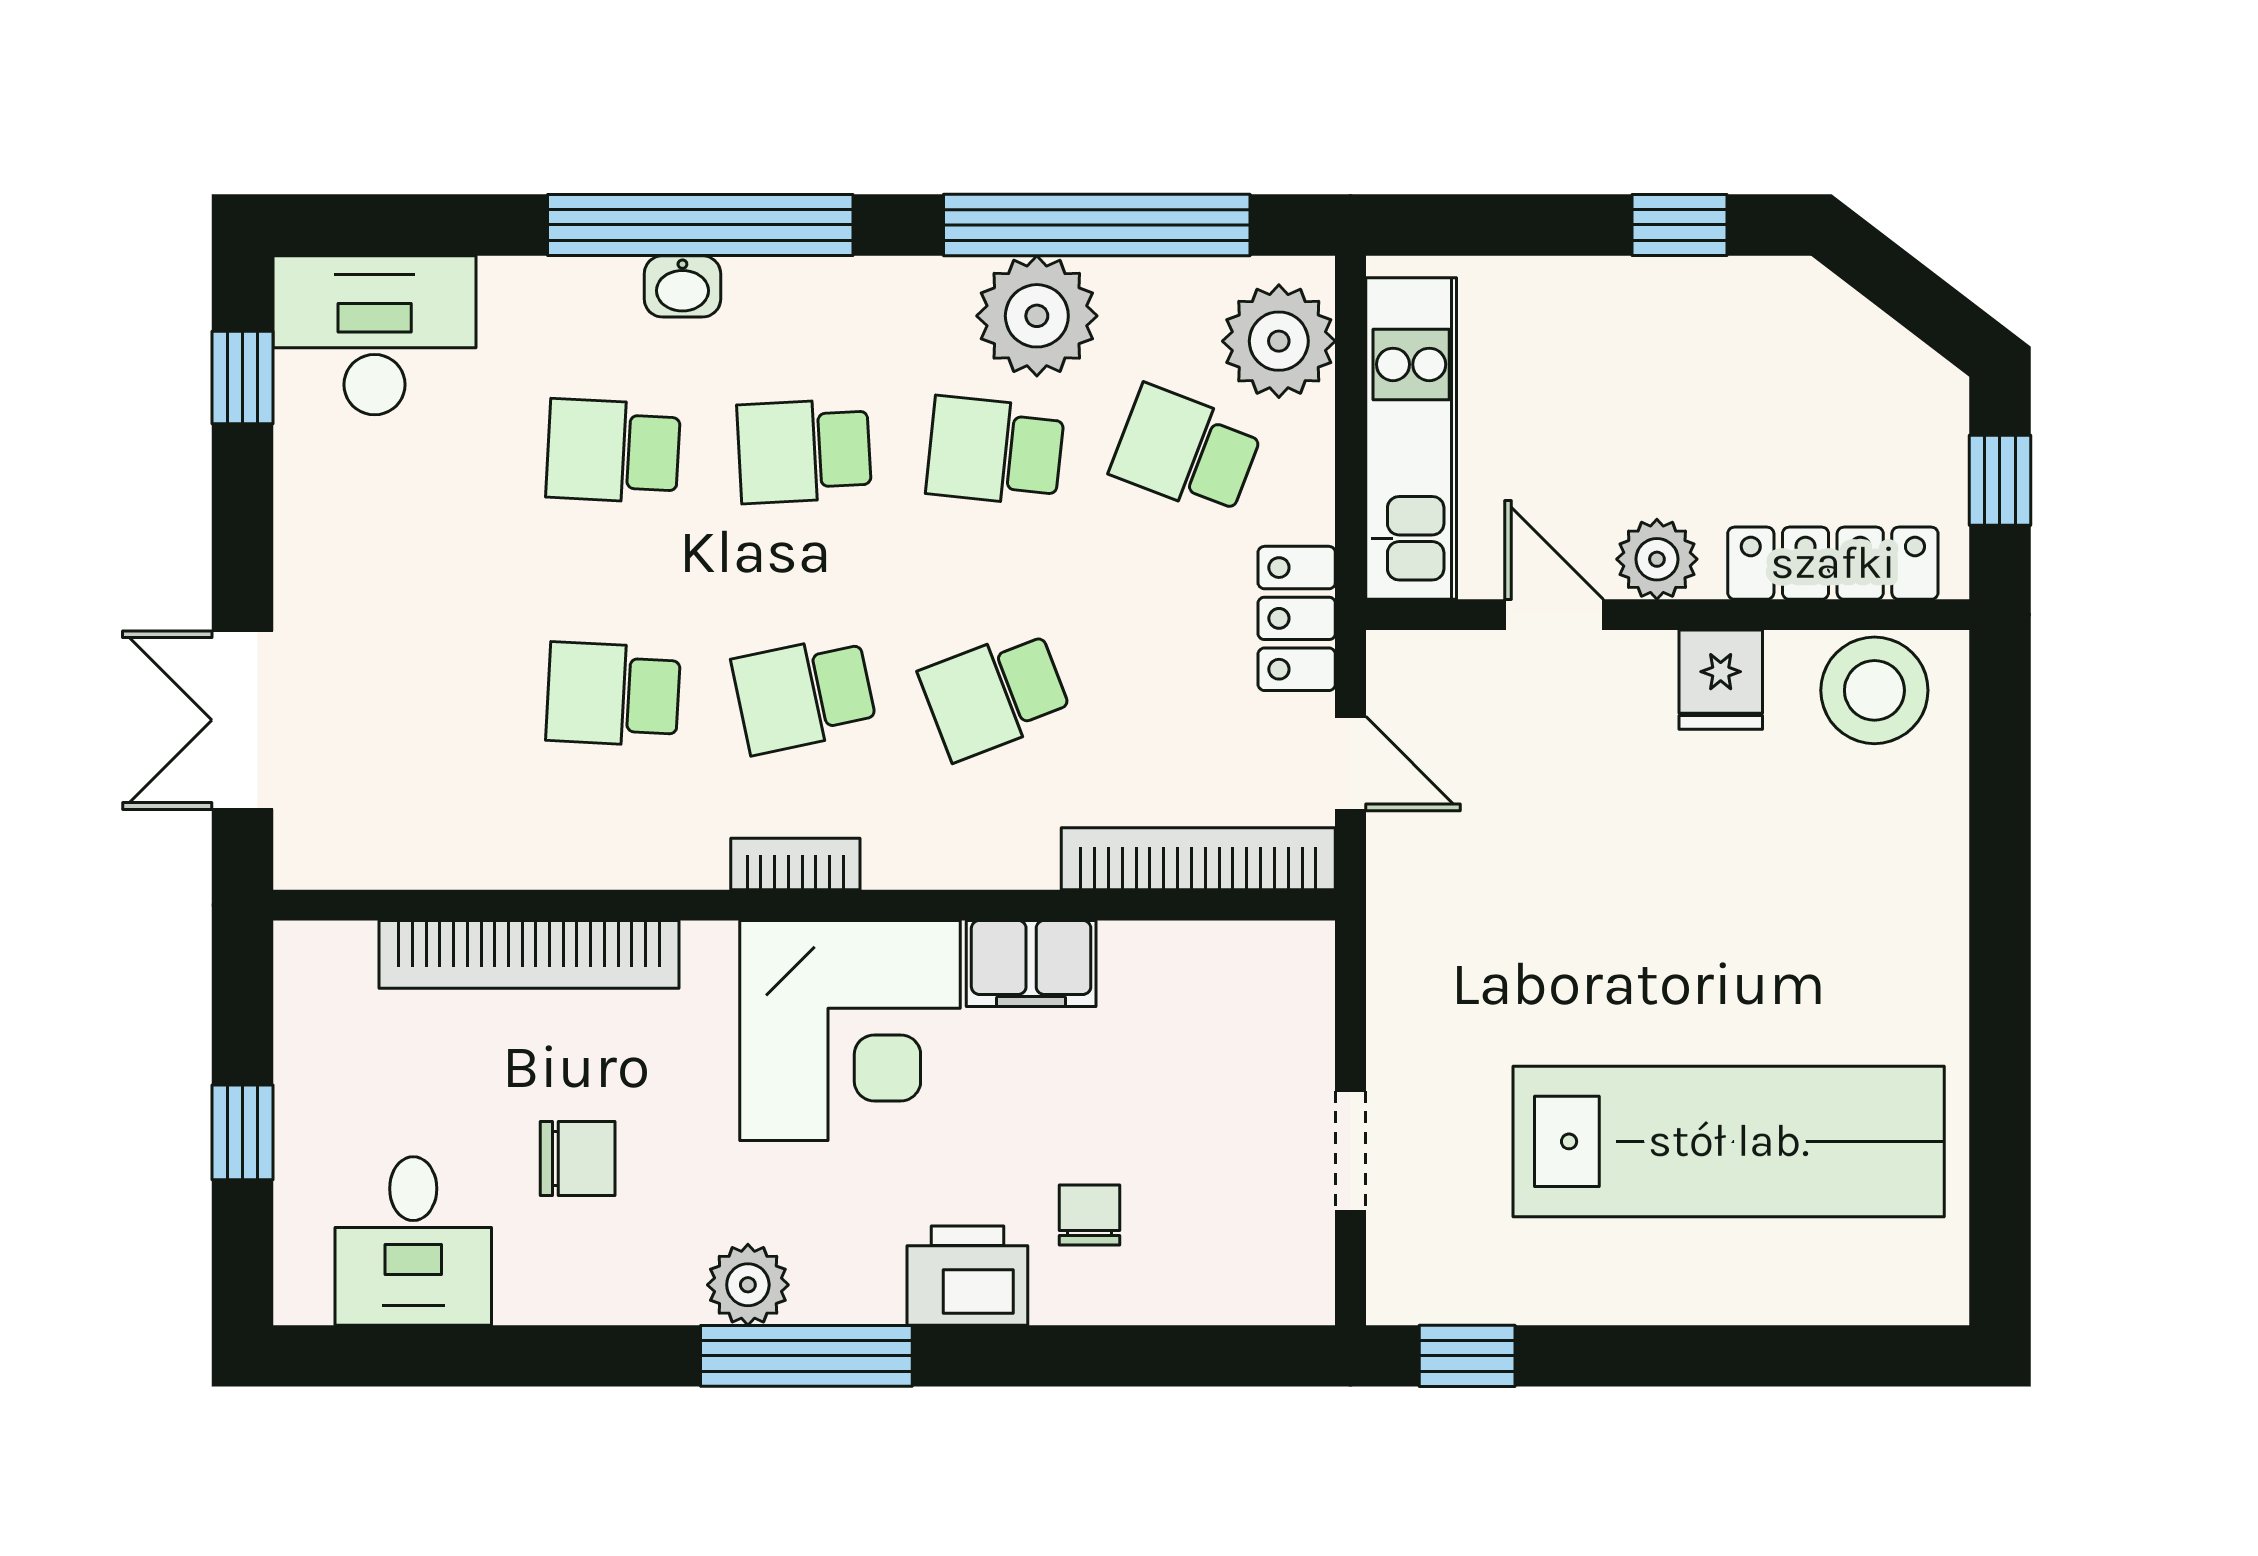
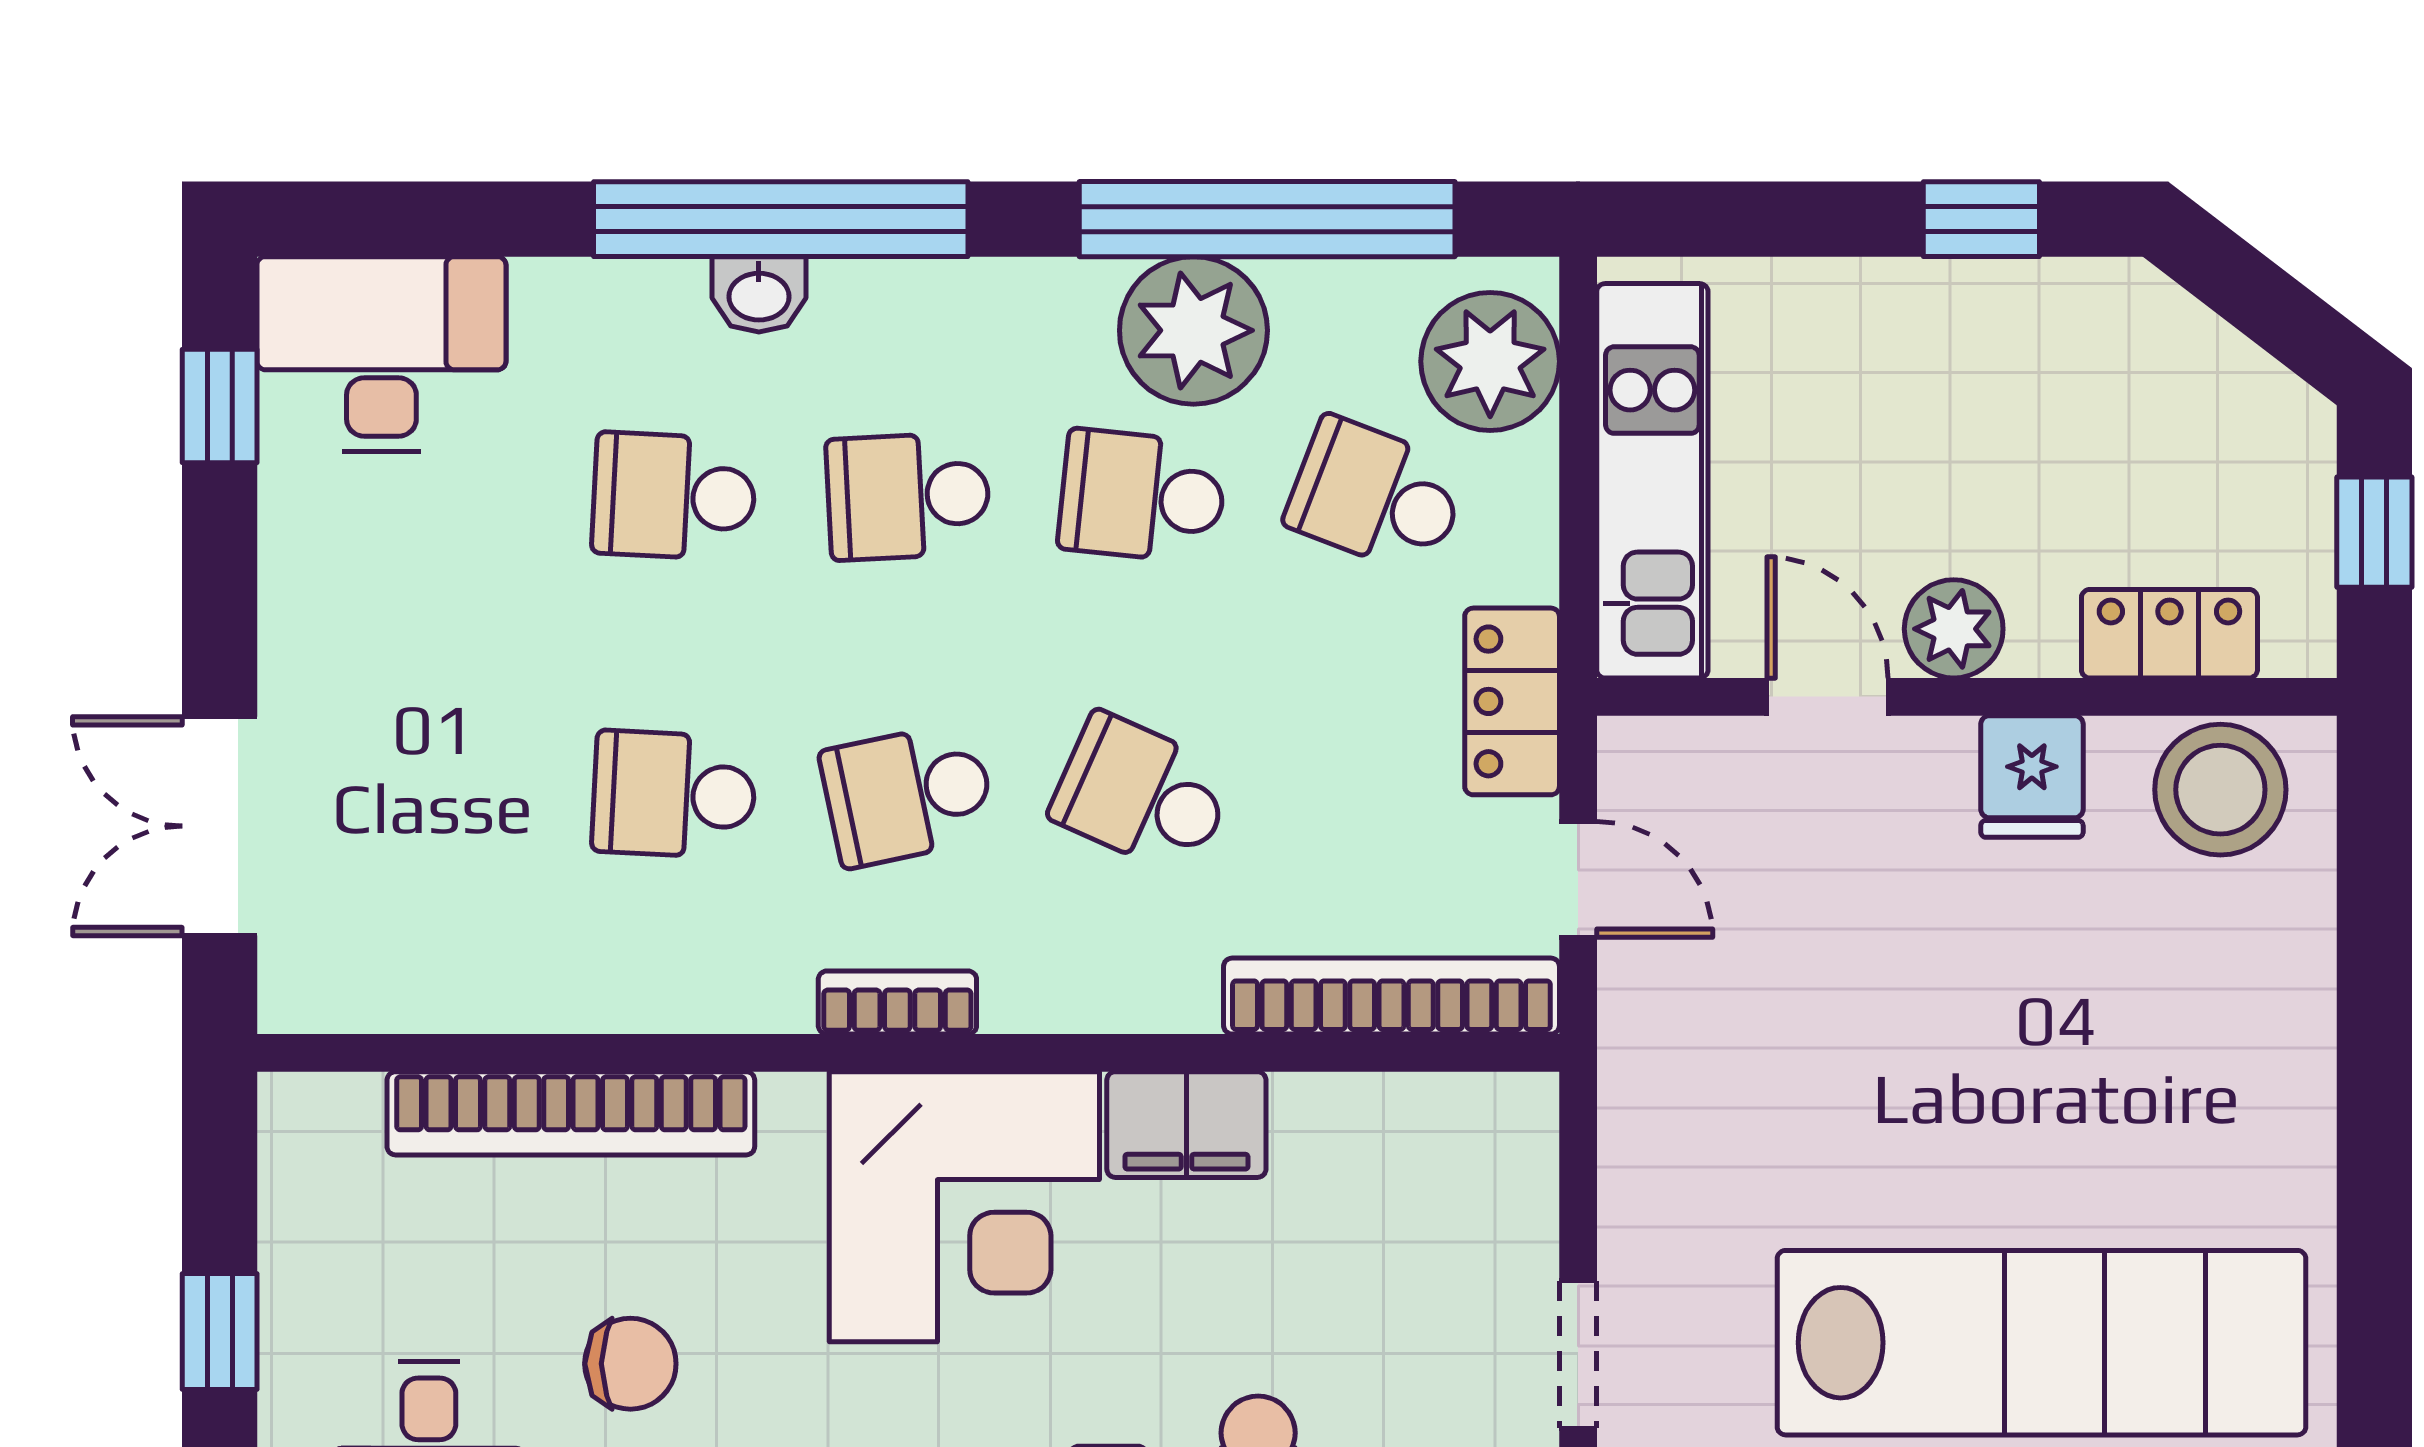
locker: (1833, 563) -> (2169, 634), width x0.66
school desk: (995, 694) -> (1142, 794), turned 45

